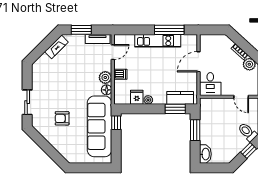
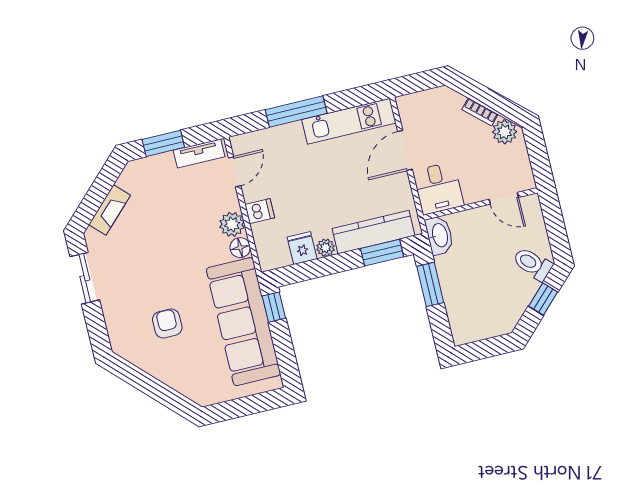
window: (169, 30) -> (296, 112), moved
kitchen unit: (158, 41) -> (349, 121), moved
fireplace: (56, 47) -> (110, 210), moved
kitchen counter: (180, 98) -> (374, 232), width x1.50
sliding door: (27, 102) -> (85, 278), moved
armchair: (62, 118) -> (167, 323), turned 90
washbasin: (205, 154) -> (439, 235), moved

